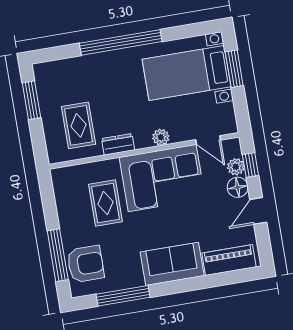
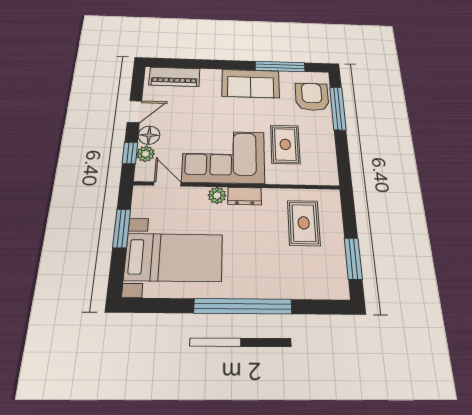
window: (234, 69) -> (122, 228), moved
dresser: (118, 144) -> (245, 196), moved
armchair: (86, 264) -> (312, 97), turned 90
sofa: (172, 264) -> (251, 84), moved

